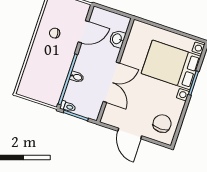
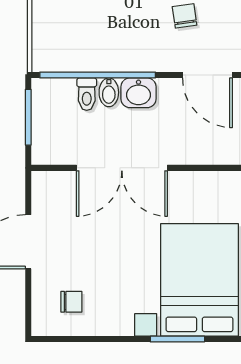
washbasin: (117, 39) -> (138, 93), moved, turned 180
toilet: (68, 107) -> (87, 94), moved
chair: (162, 124) -> (71, 302), width x0.54, depth x0.54

